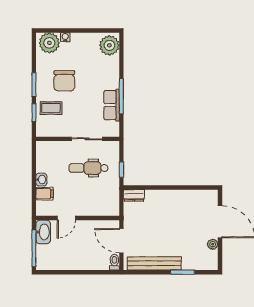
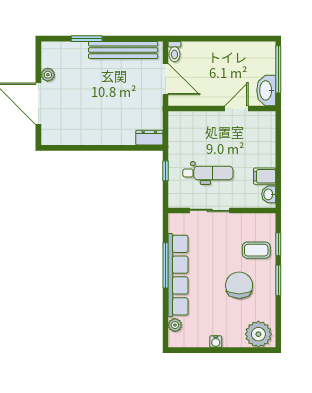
water cooler: (65, 37) -> (216, 342), moved
plant: (109, 45) -> (175, 325), width x0.53, depth x0.53
row of seats: (112, 105) -> (178, 275), width x2.02
washbasin: (41, 180) -> (269, 194), moved
filing cabinet: (44, 194) -> (265, 176), moved

